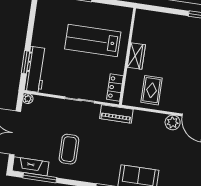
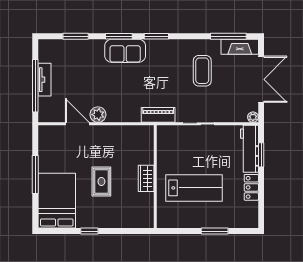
locker: (115, 88) -> (251, 187), moved, turned 180
rug: (152, 90) -> (101, 182), moved

